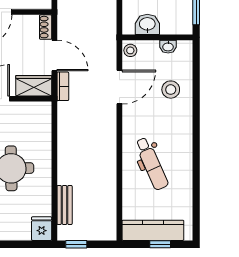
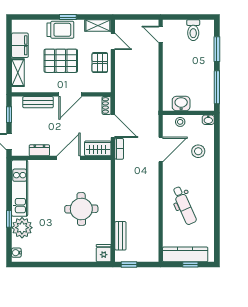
washbasin: (168, 47) -> (208, 120), moved
stool: (130, 50) -> (180, 122), moved

